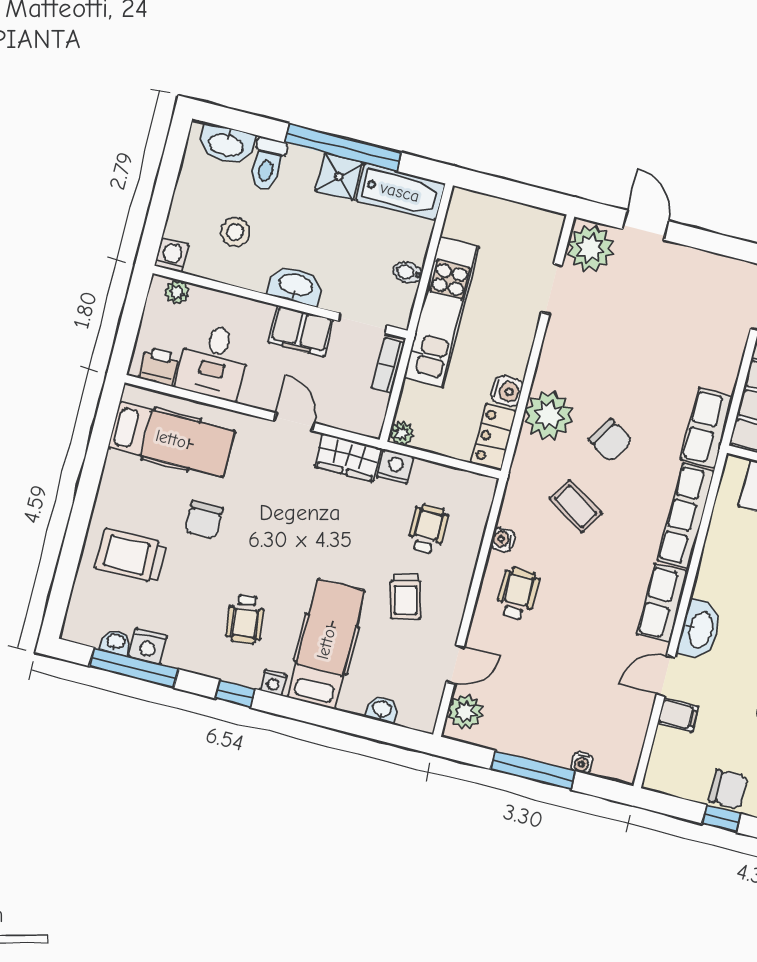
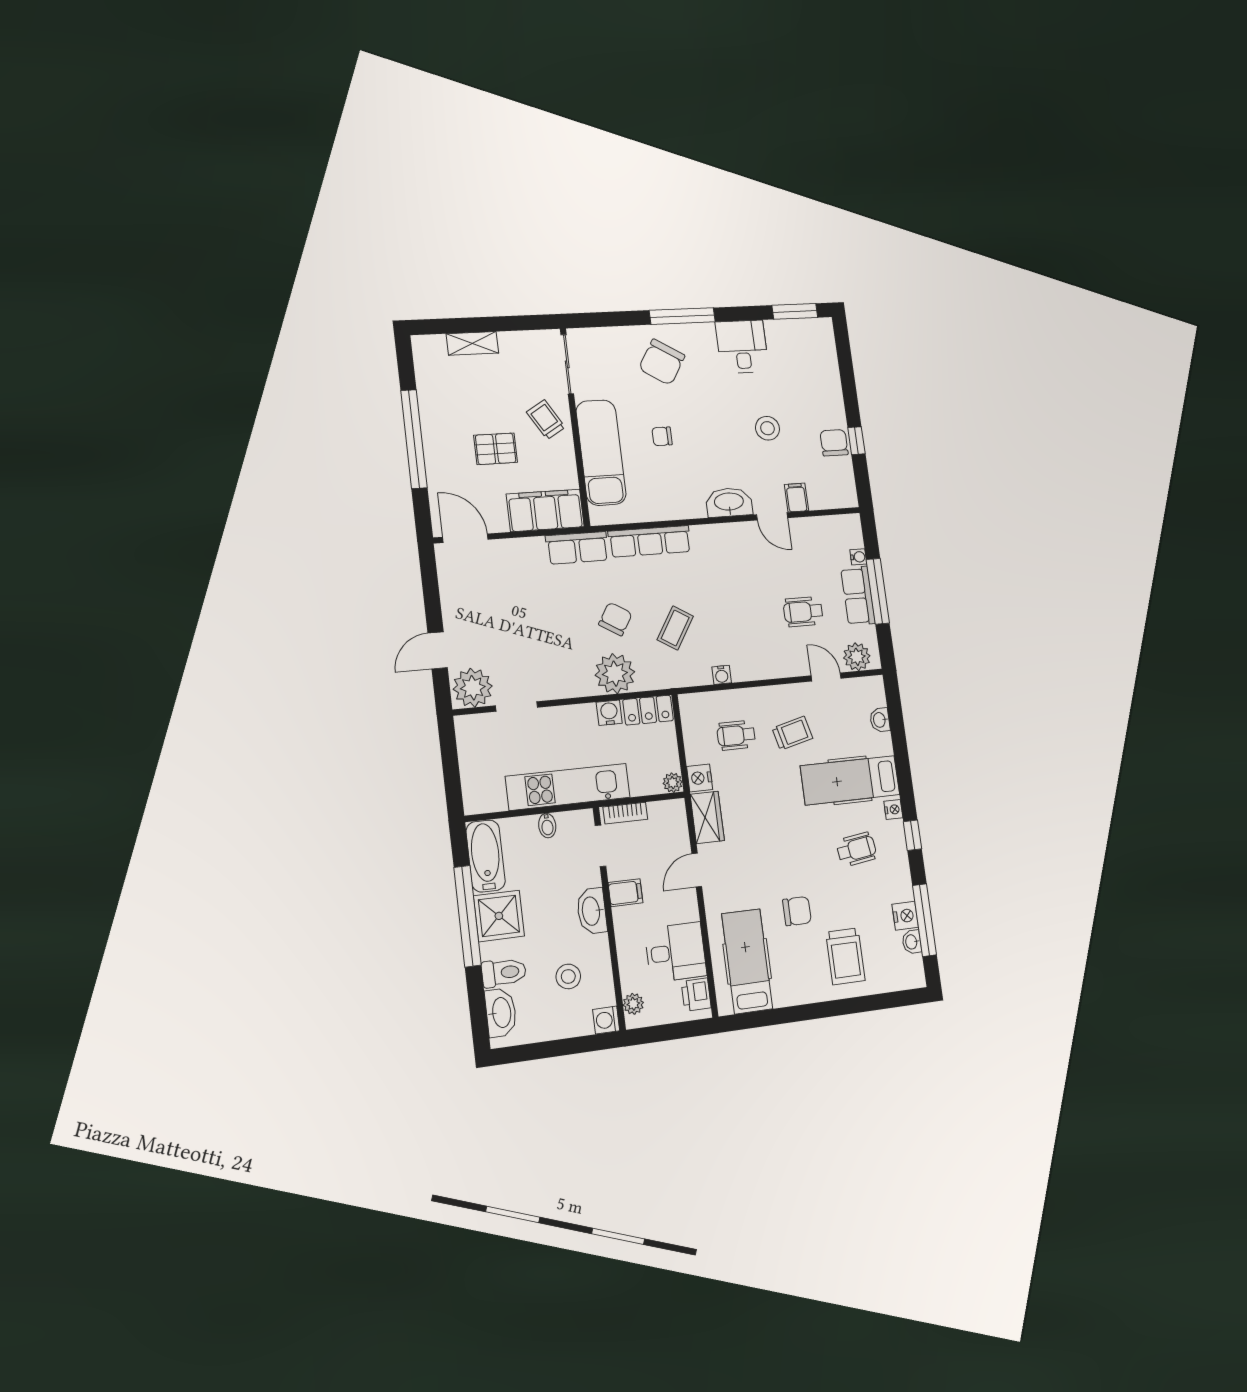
shower: (339, 176) -> (499, 916), width x1.36, depth x1.36
filing cabinet: (301, 331) -> (625, 893), width x0.50
wheelchair: (518, 594) -> (803, 612), moved
row of seats: (662, 603) -> (858, 596), moved, turned 90

